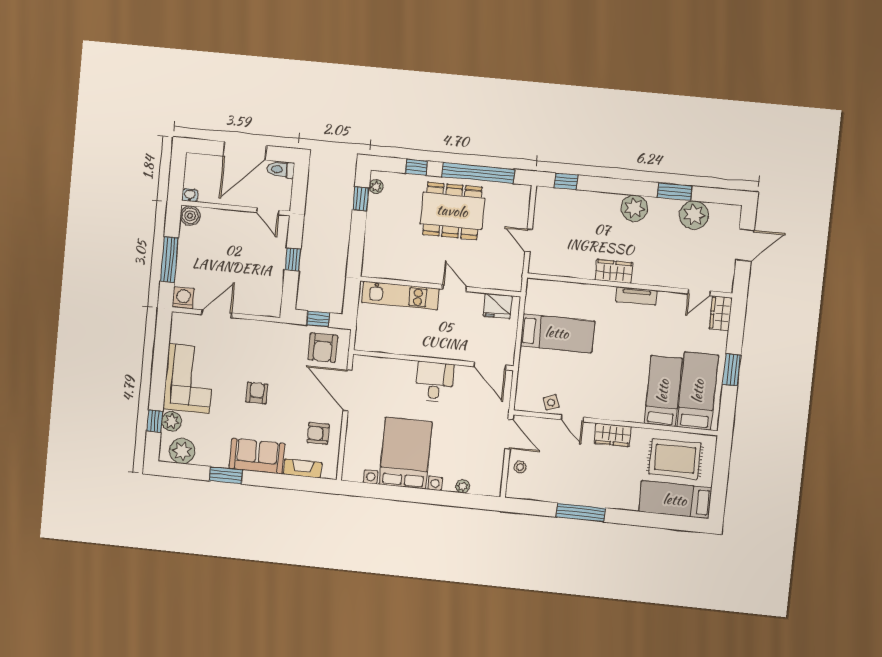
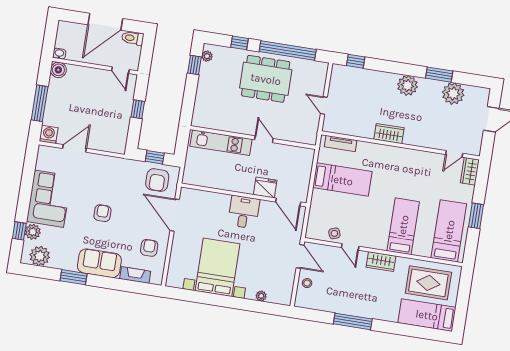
tv unit: (636, 296) -> (341, 144), moved
fridge: (498, 306) -> (265, 187), moved, turned 180
bed: (663, 391) -> (403, 226), moved
armchair: (318, 433) -> (149, 248), turned 90

